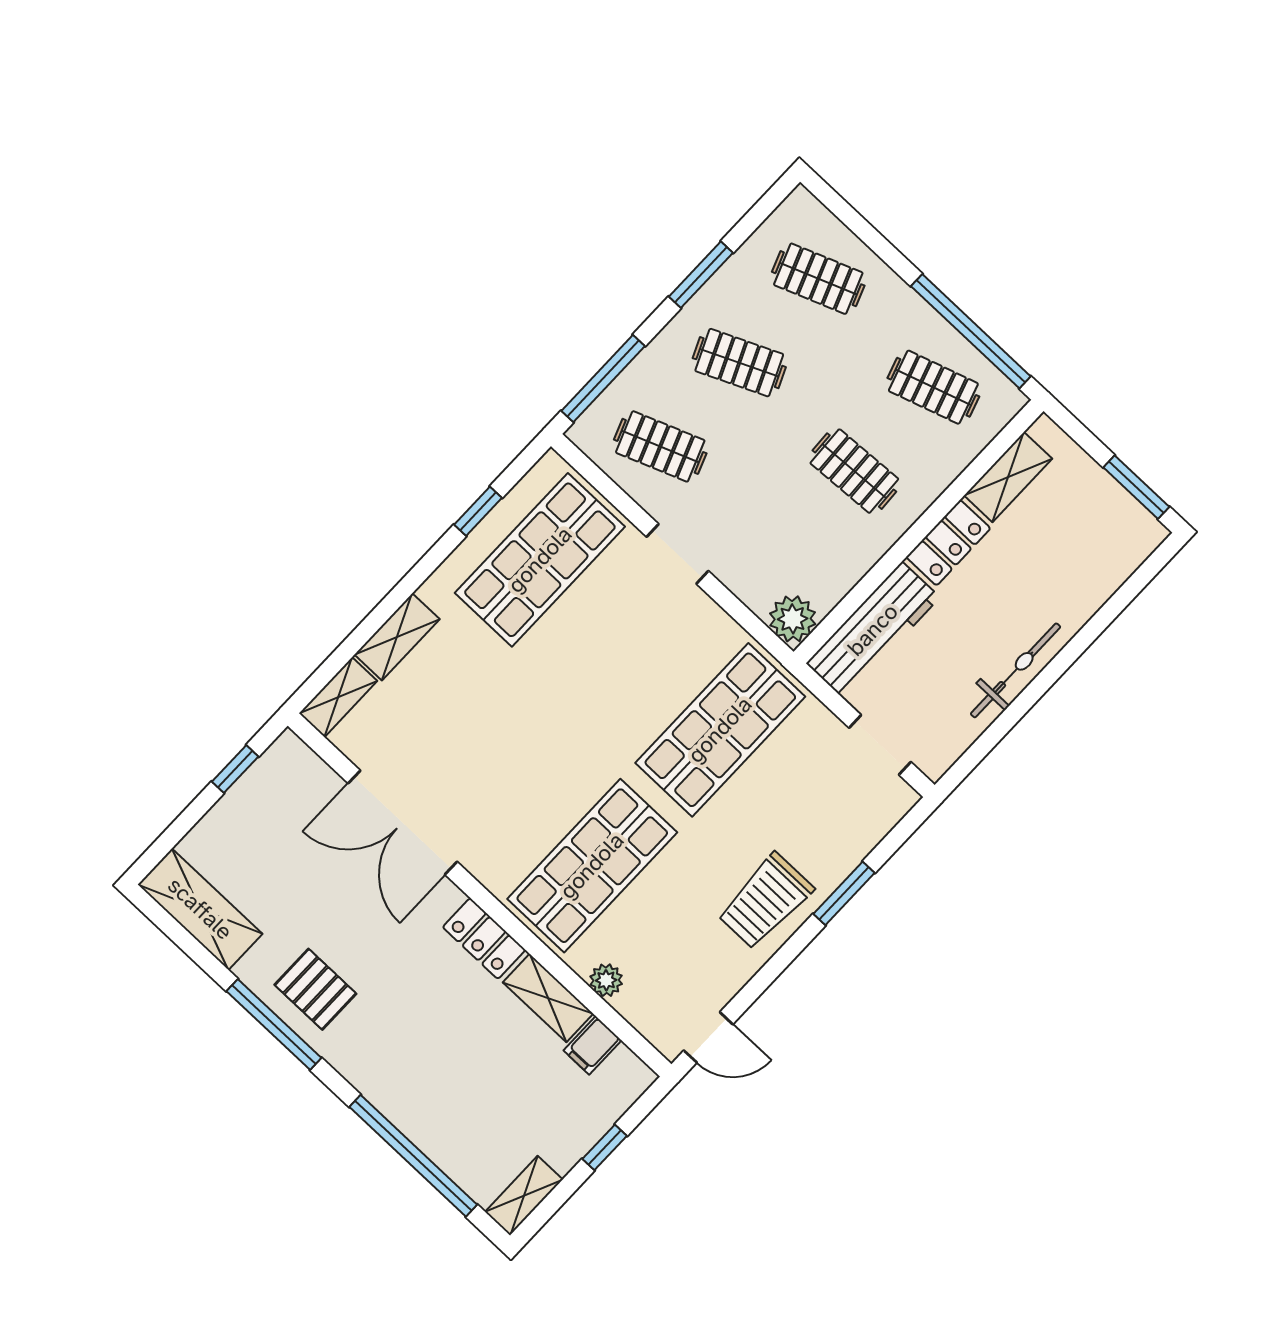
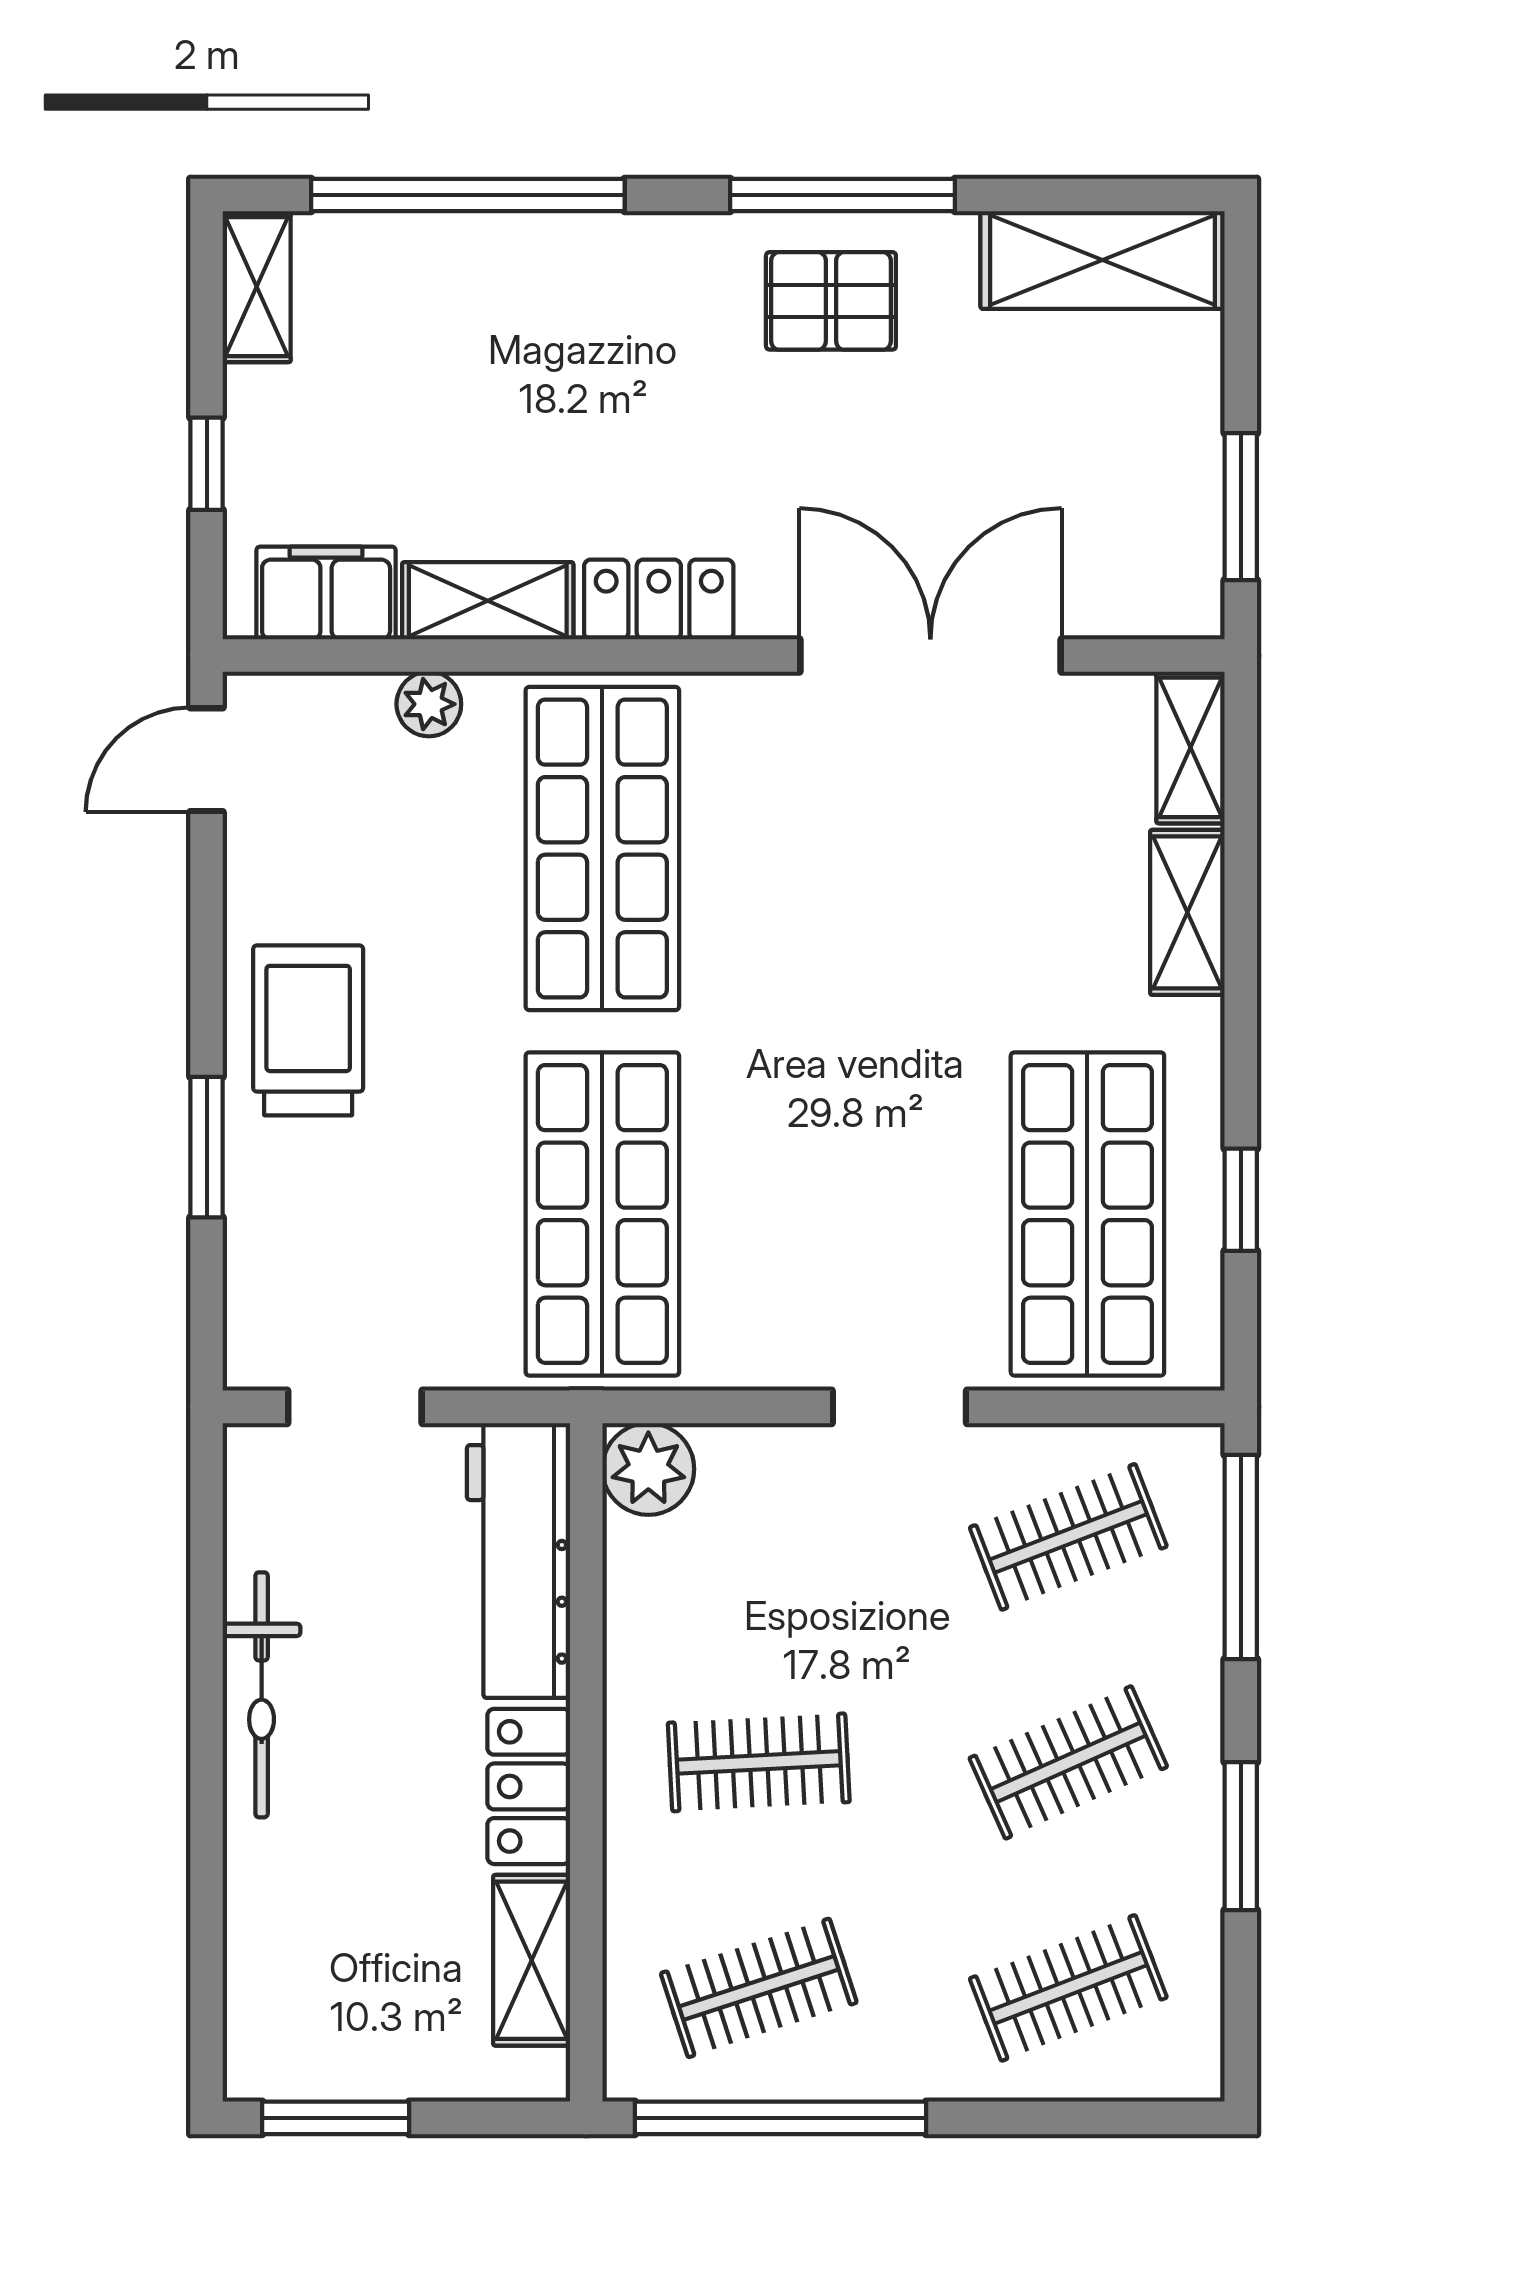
window: (235, 769) -> (1241, 507), width x1.50
filing cabinet: (593, 1045) -> (326, 593), width x2.00

